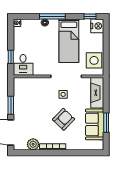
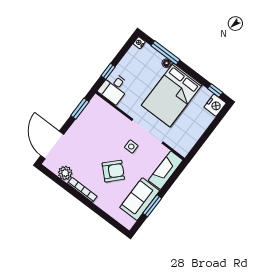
window: (52, 16) -> (165, 53), moved
bed: (69, 41) -> (172, 95), width x1.50
side table: (94, 60) -> (186, 136), removed
window: (11, 105) -> (80, 109), moved

